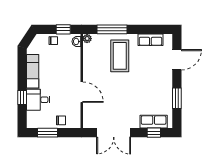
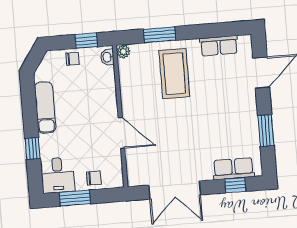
window: (112, 29) -> (160, 35), width x0.69
desk: (38, 100) -> (58, 175), moved, turned -90

